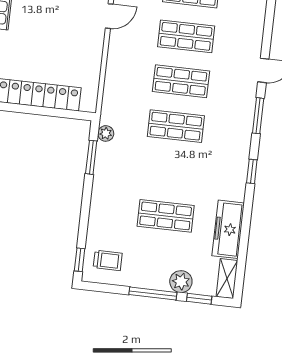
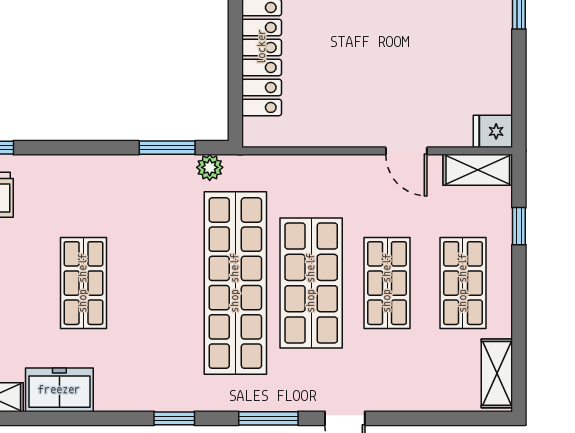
shop shelf: (181, 81) -> (311, 283), width x1.43, depth x1.36
shop shelf: (176, 126) -> (235, 283), width x2.00, depth x1.36
freezer: (228, 229) -> (59, 390), width x0.71

